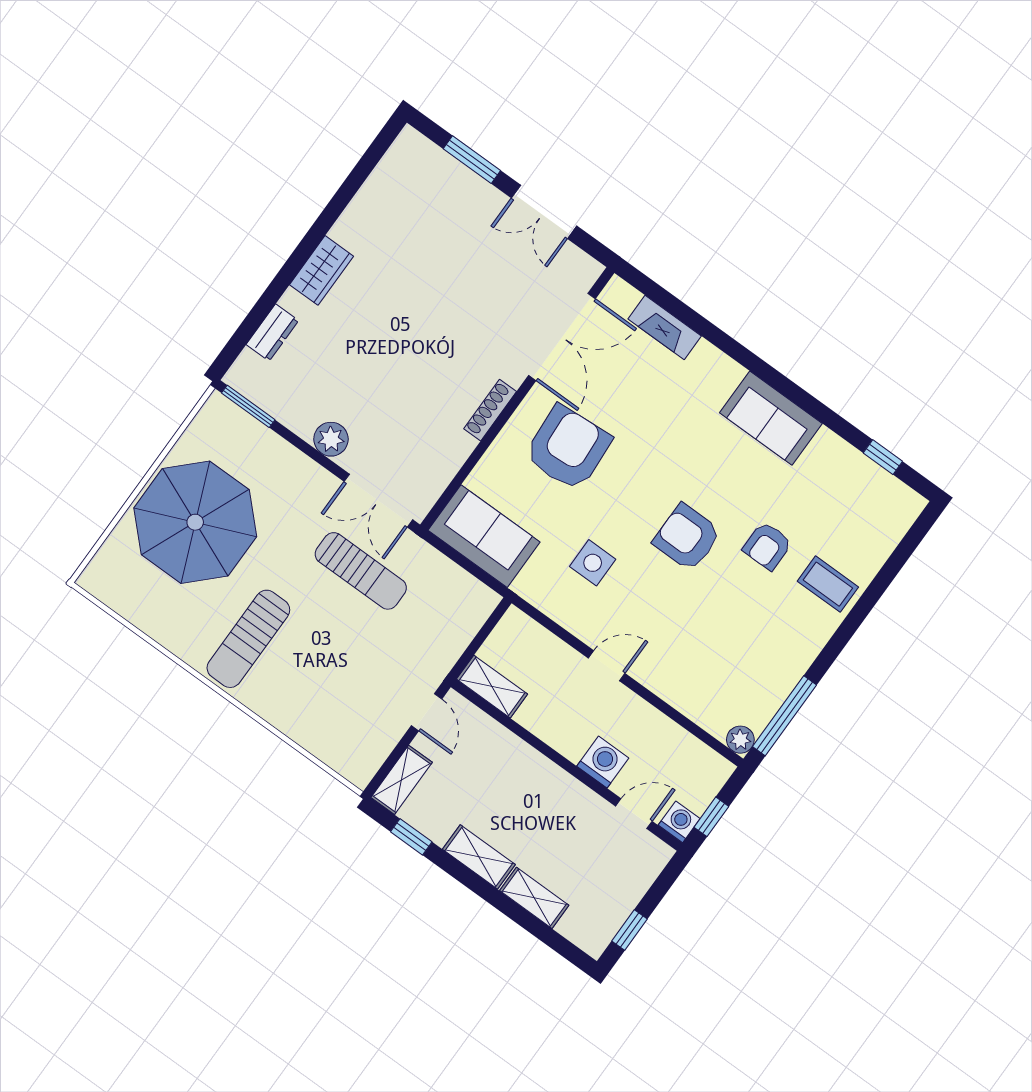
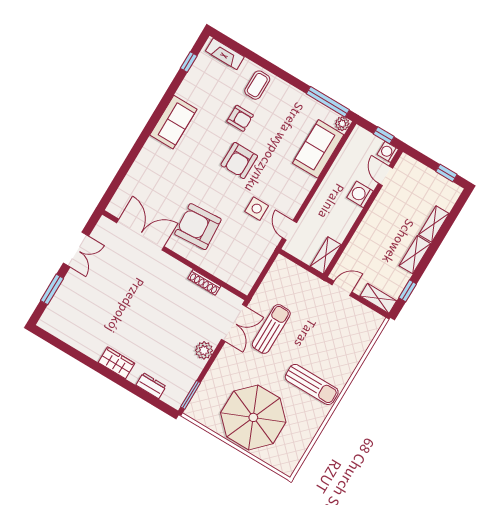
fireplace: (665, 327) -> (225, 54), moved, turned 90
shoe rack: (490, 410) -> (204, 282), moved
sofa: (484, 536) -> (318, 149), moved
door: (607, 666) -> (290, 230), moved

